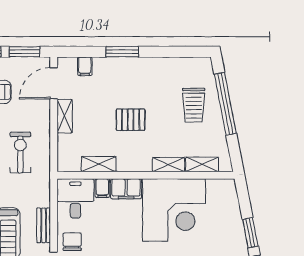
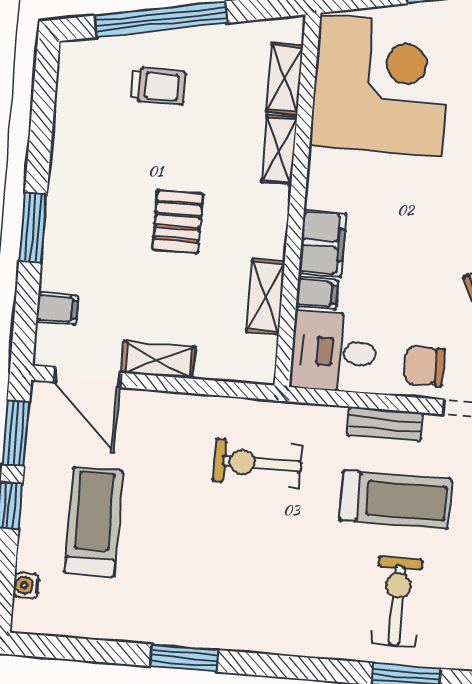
trolley: (194, 105) -> (158, 86), width x0.73, depth x0.72
exercise bike: (20, 152) -> (258, 463), moved
corner desk: (174, 210) -> (381, 86), moved

